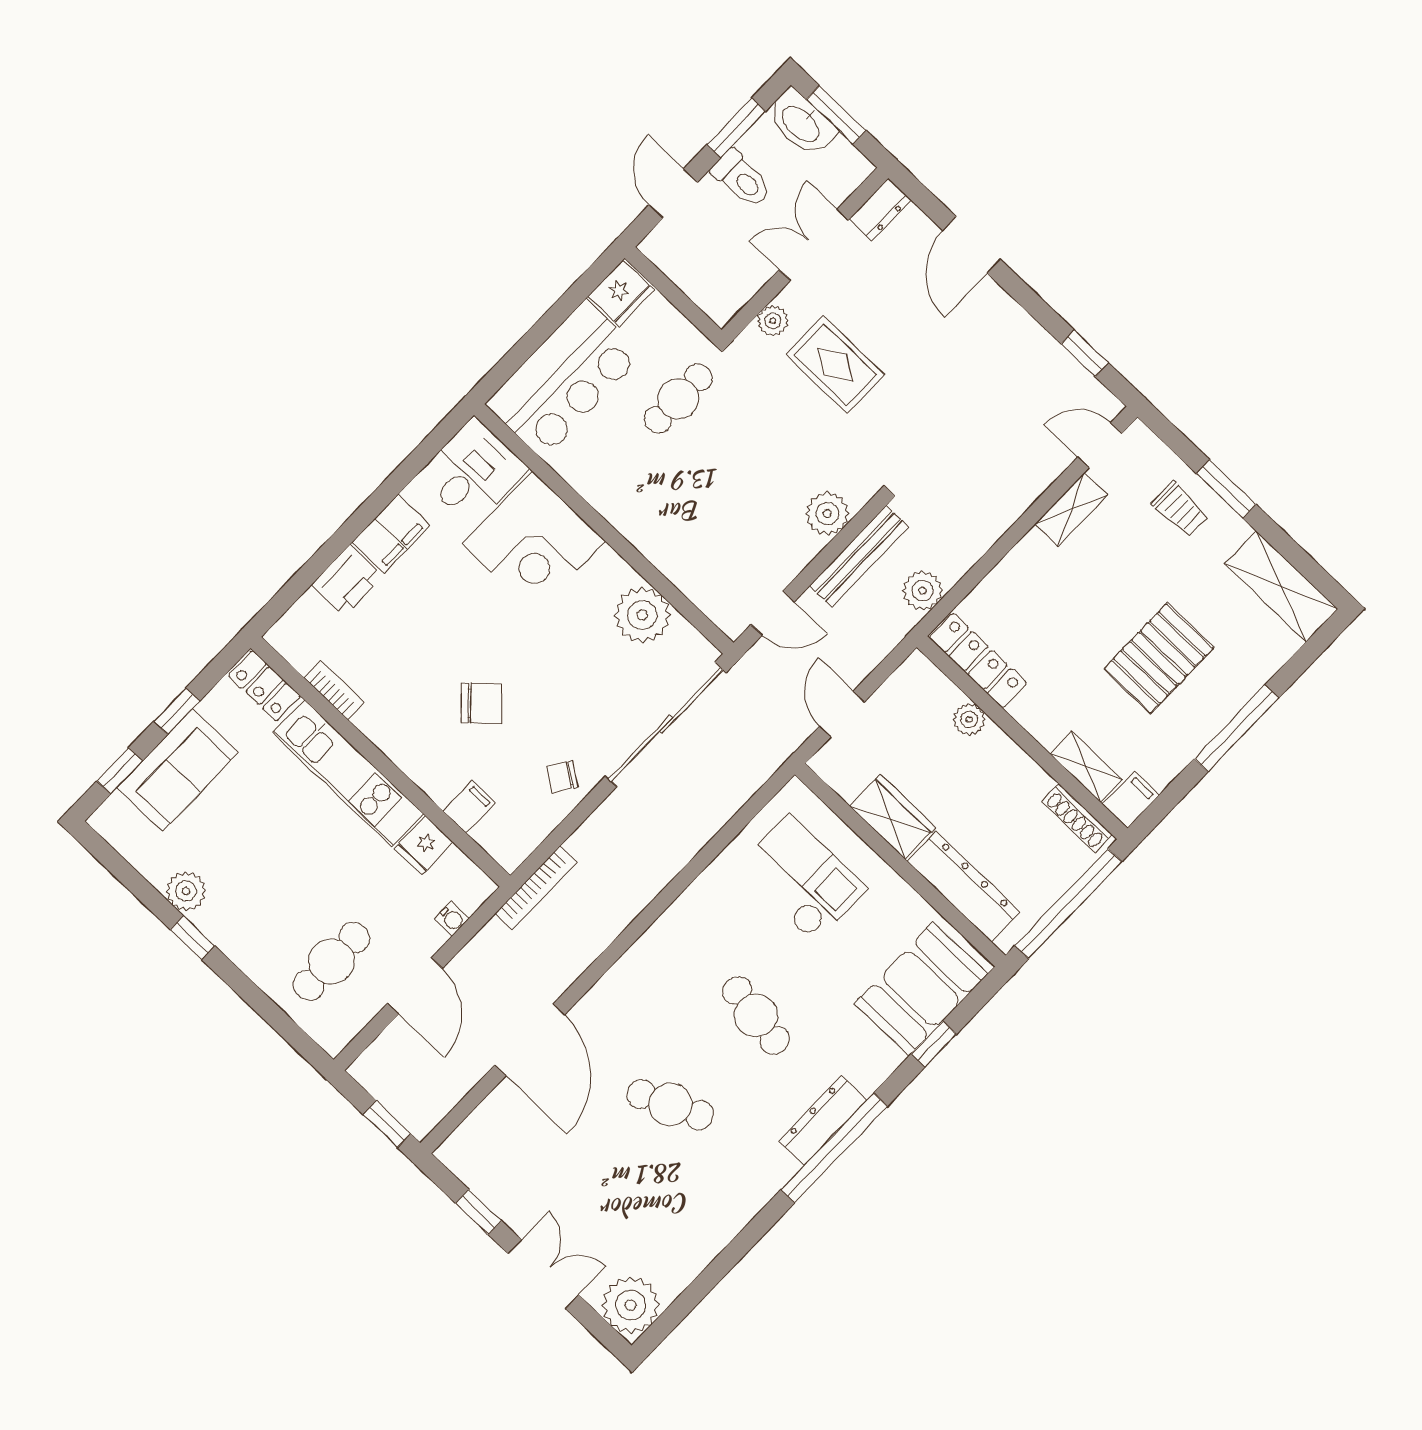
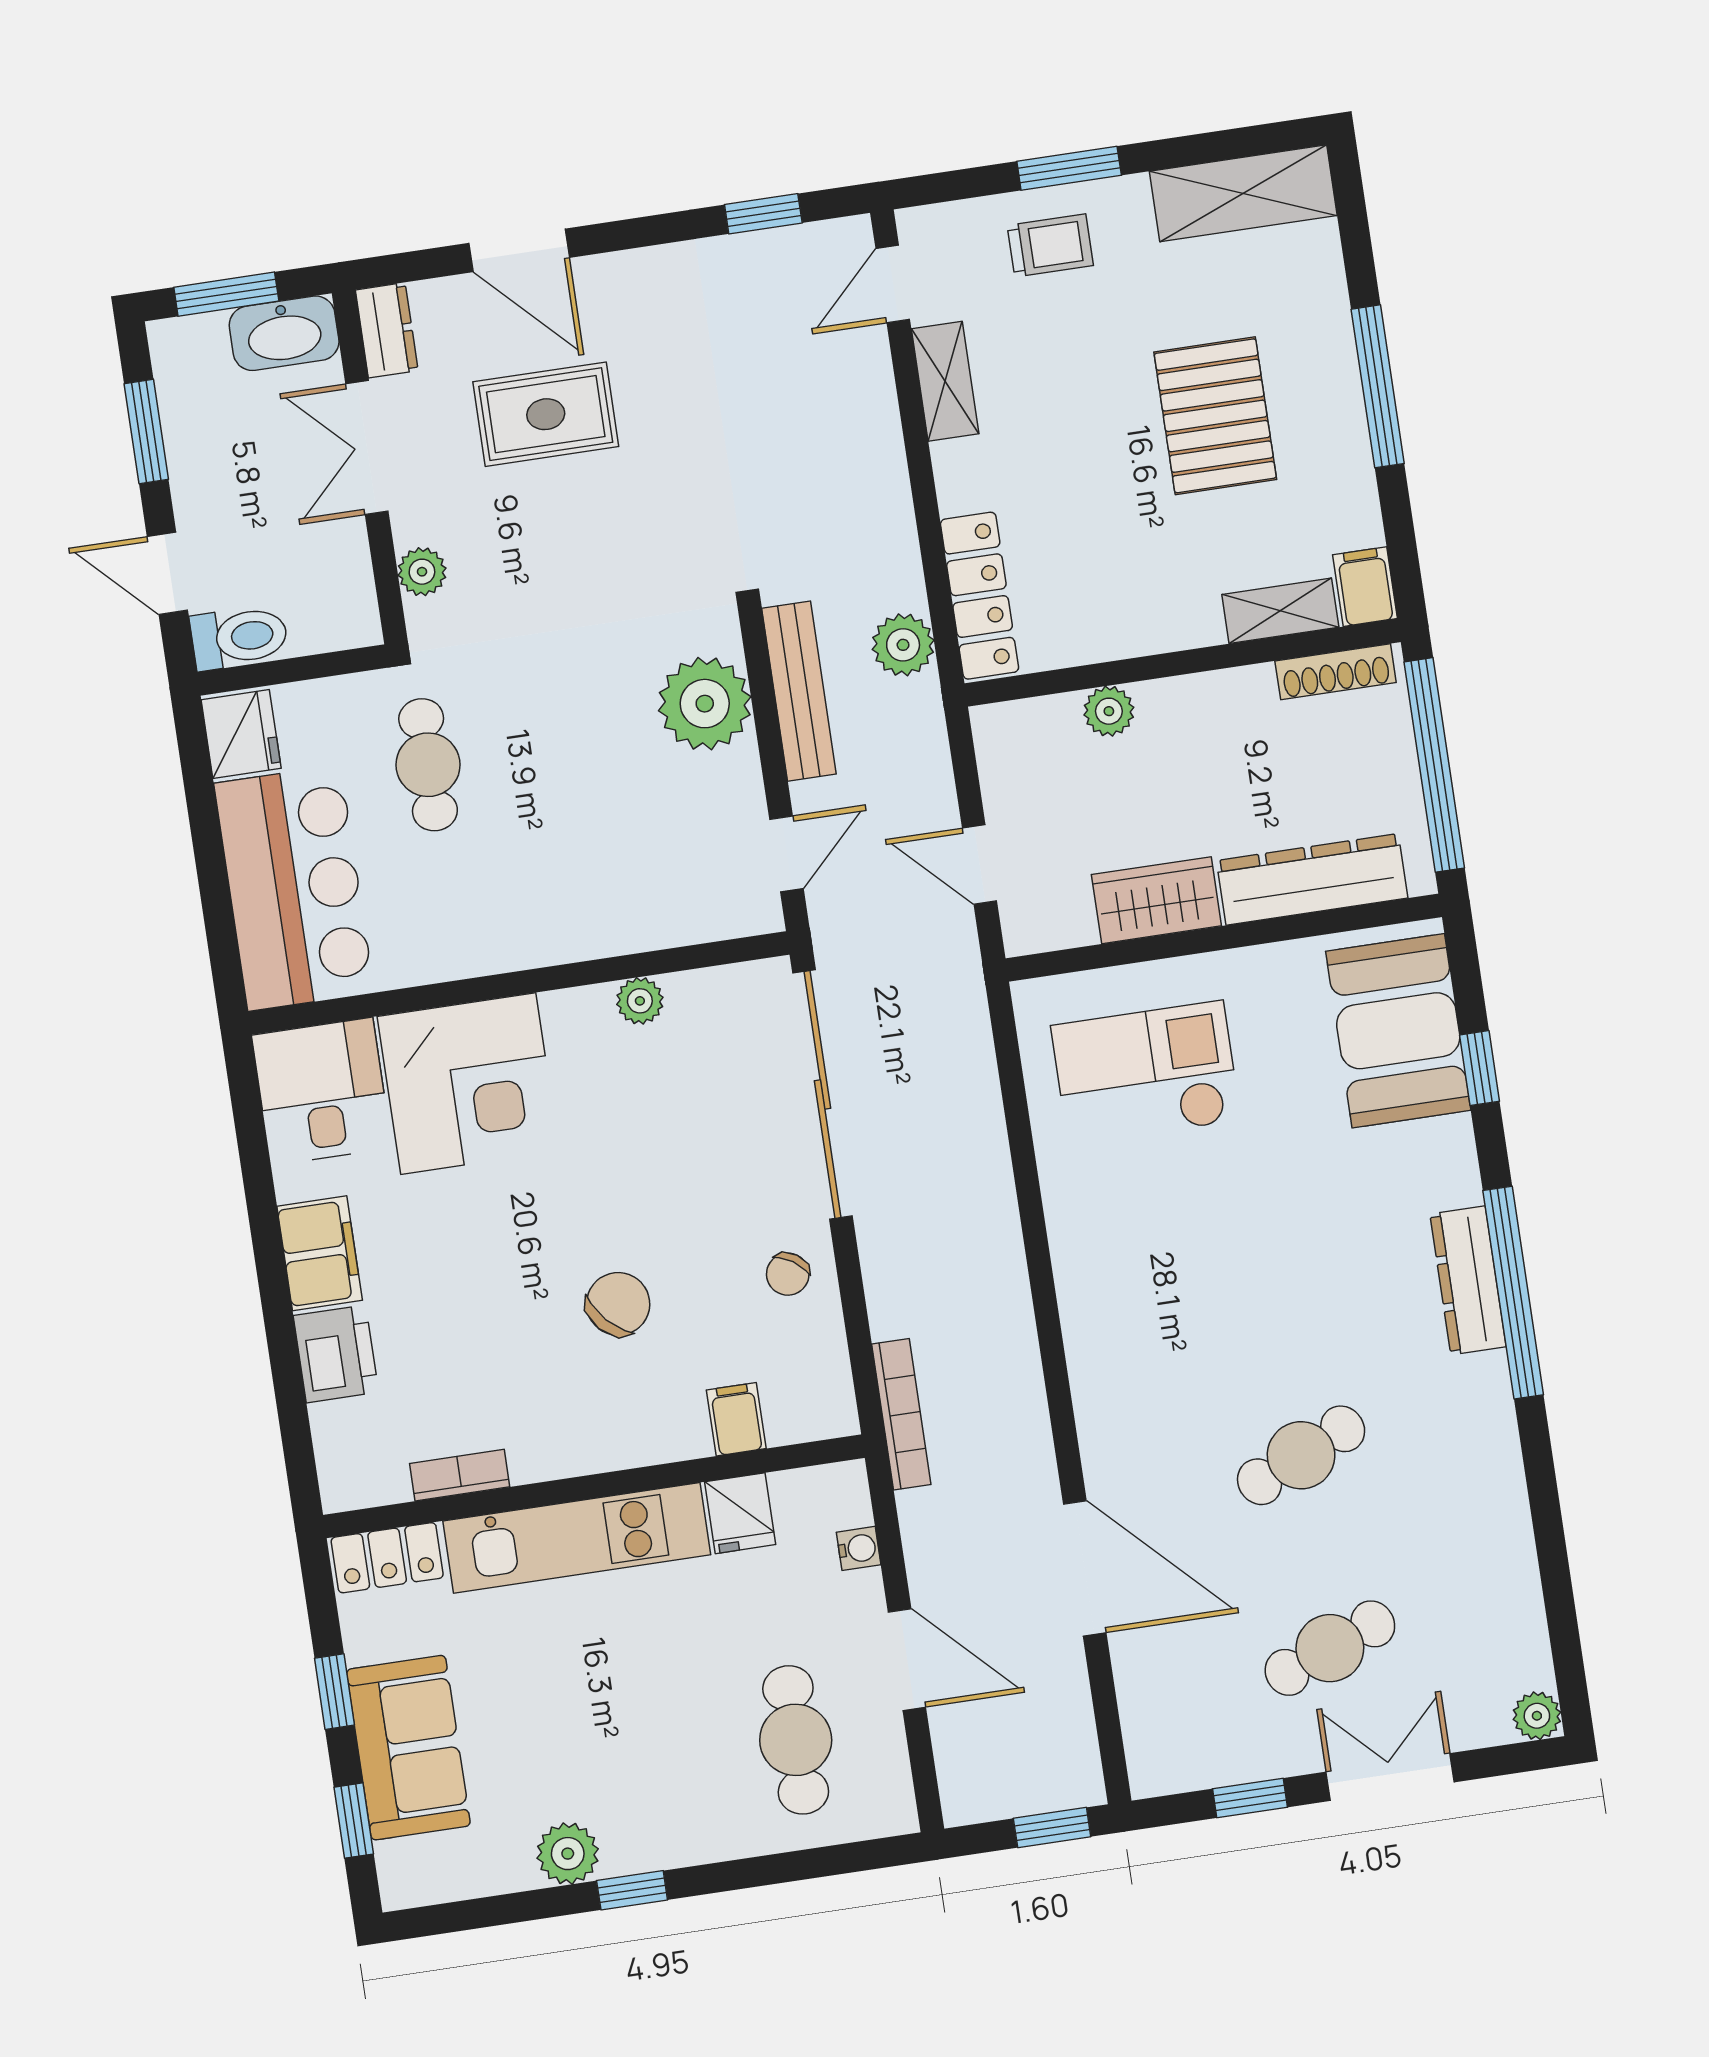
washbasin: (801, 123) -> (284, 333), moved
toilet: (742, 179) -> (239, 637), moved
rug: (835, 365) -> (546, 414), moved
plant: (827, 514) -> (705, 704), width x1.36, depth x1.36
plant: (642, 615) -> (640, 1001), width x0.53, depth x0.53
locker: (978, 660) -> (980, 596), moved, turned 90
cafe table: (756, 1015) -> (1330, 1648), moved, turned -30
plant: (631, 1305) -> (1537, 1716), width x0.53, depth x0.53

